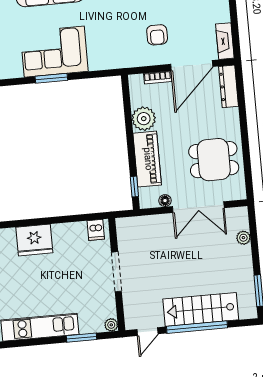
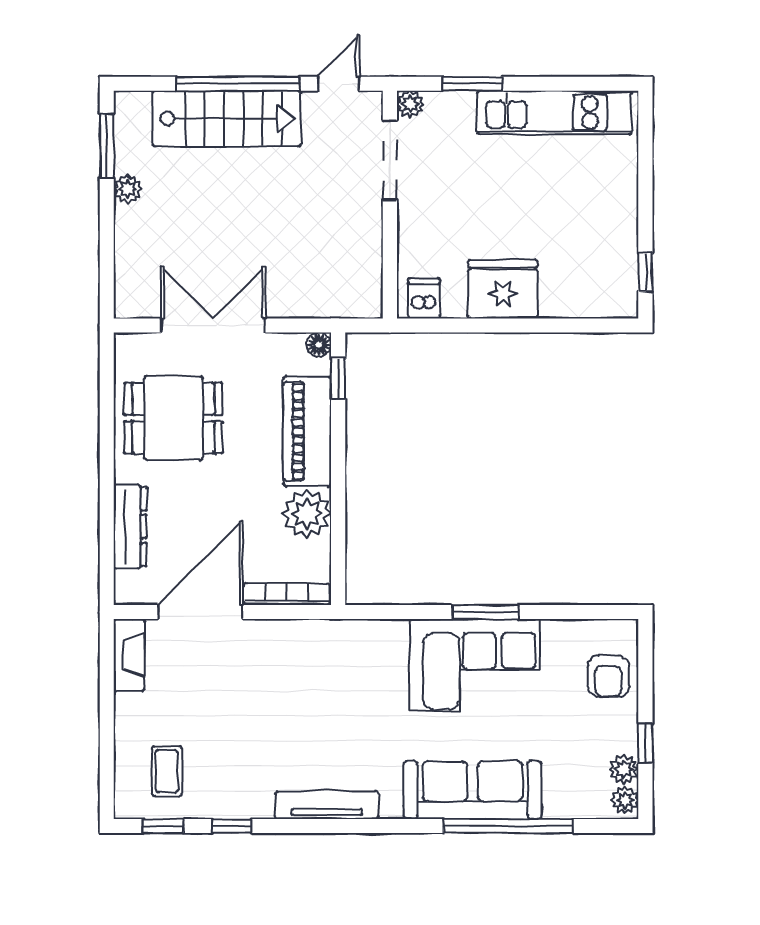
armchair: (157, 35) -> (265, 680), removed
bookcase: (158, 77) -> (287, 594), width x1.56
dresser: (228, 86) -> (130, 527), moved
floor lamp: (165, 201) -> (319, 345), moved
plant: (243, 238) -> (128, 189), moved
fridge: (34, 240) -> (503, 289), moved
doorway: (116, 272) -> (390, 160), moved

